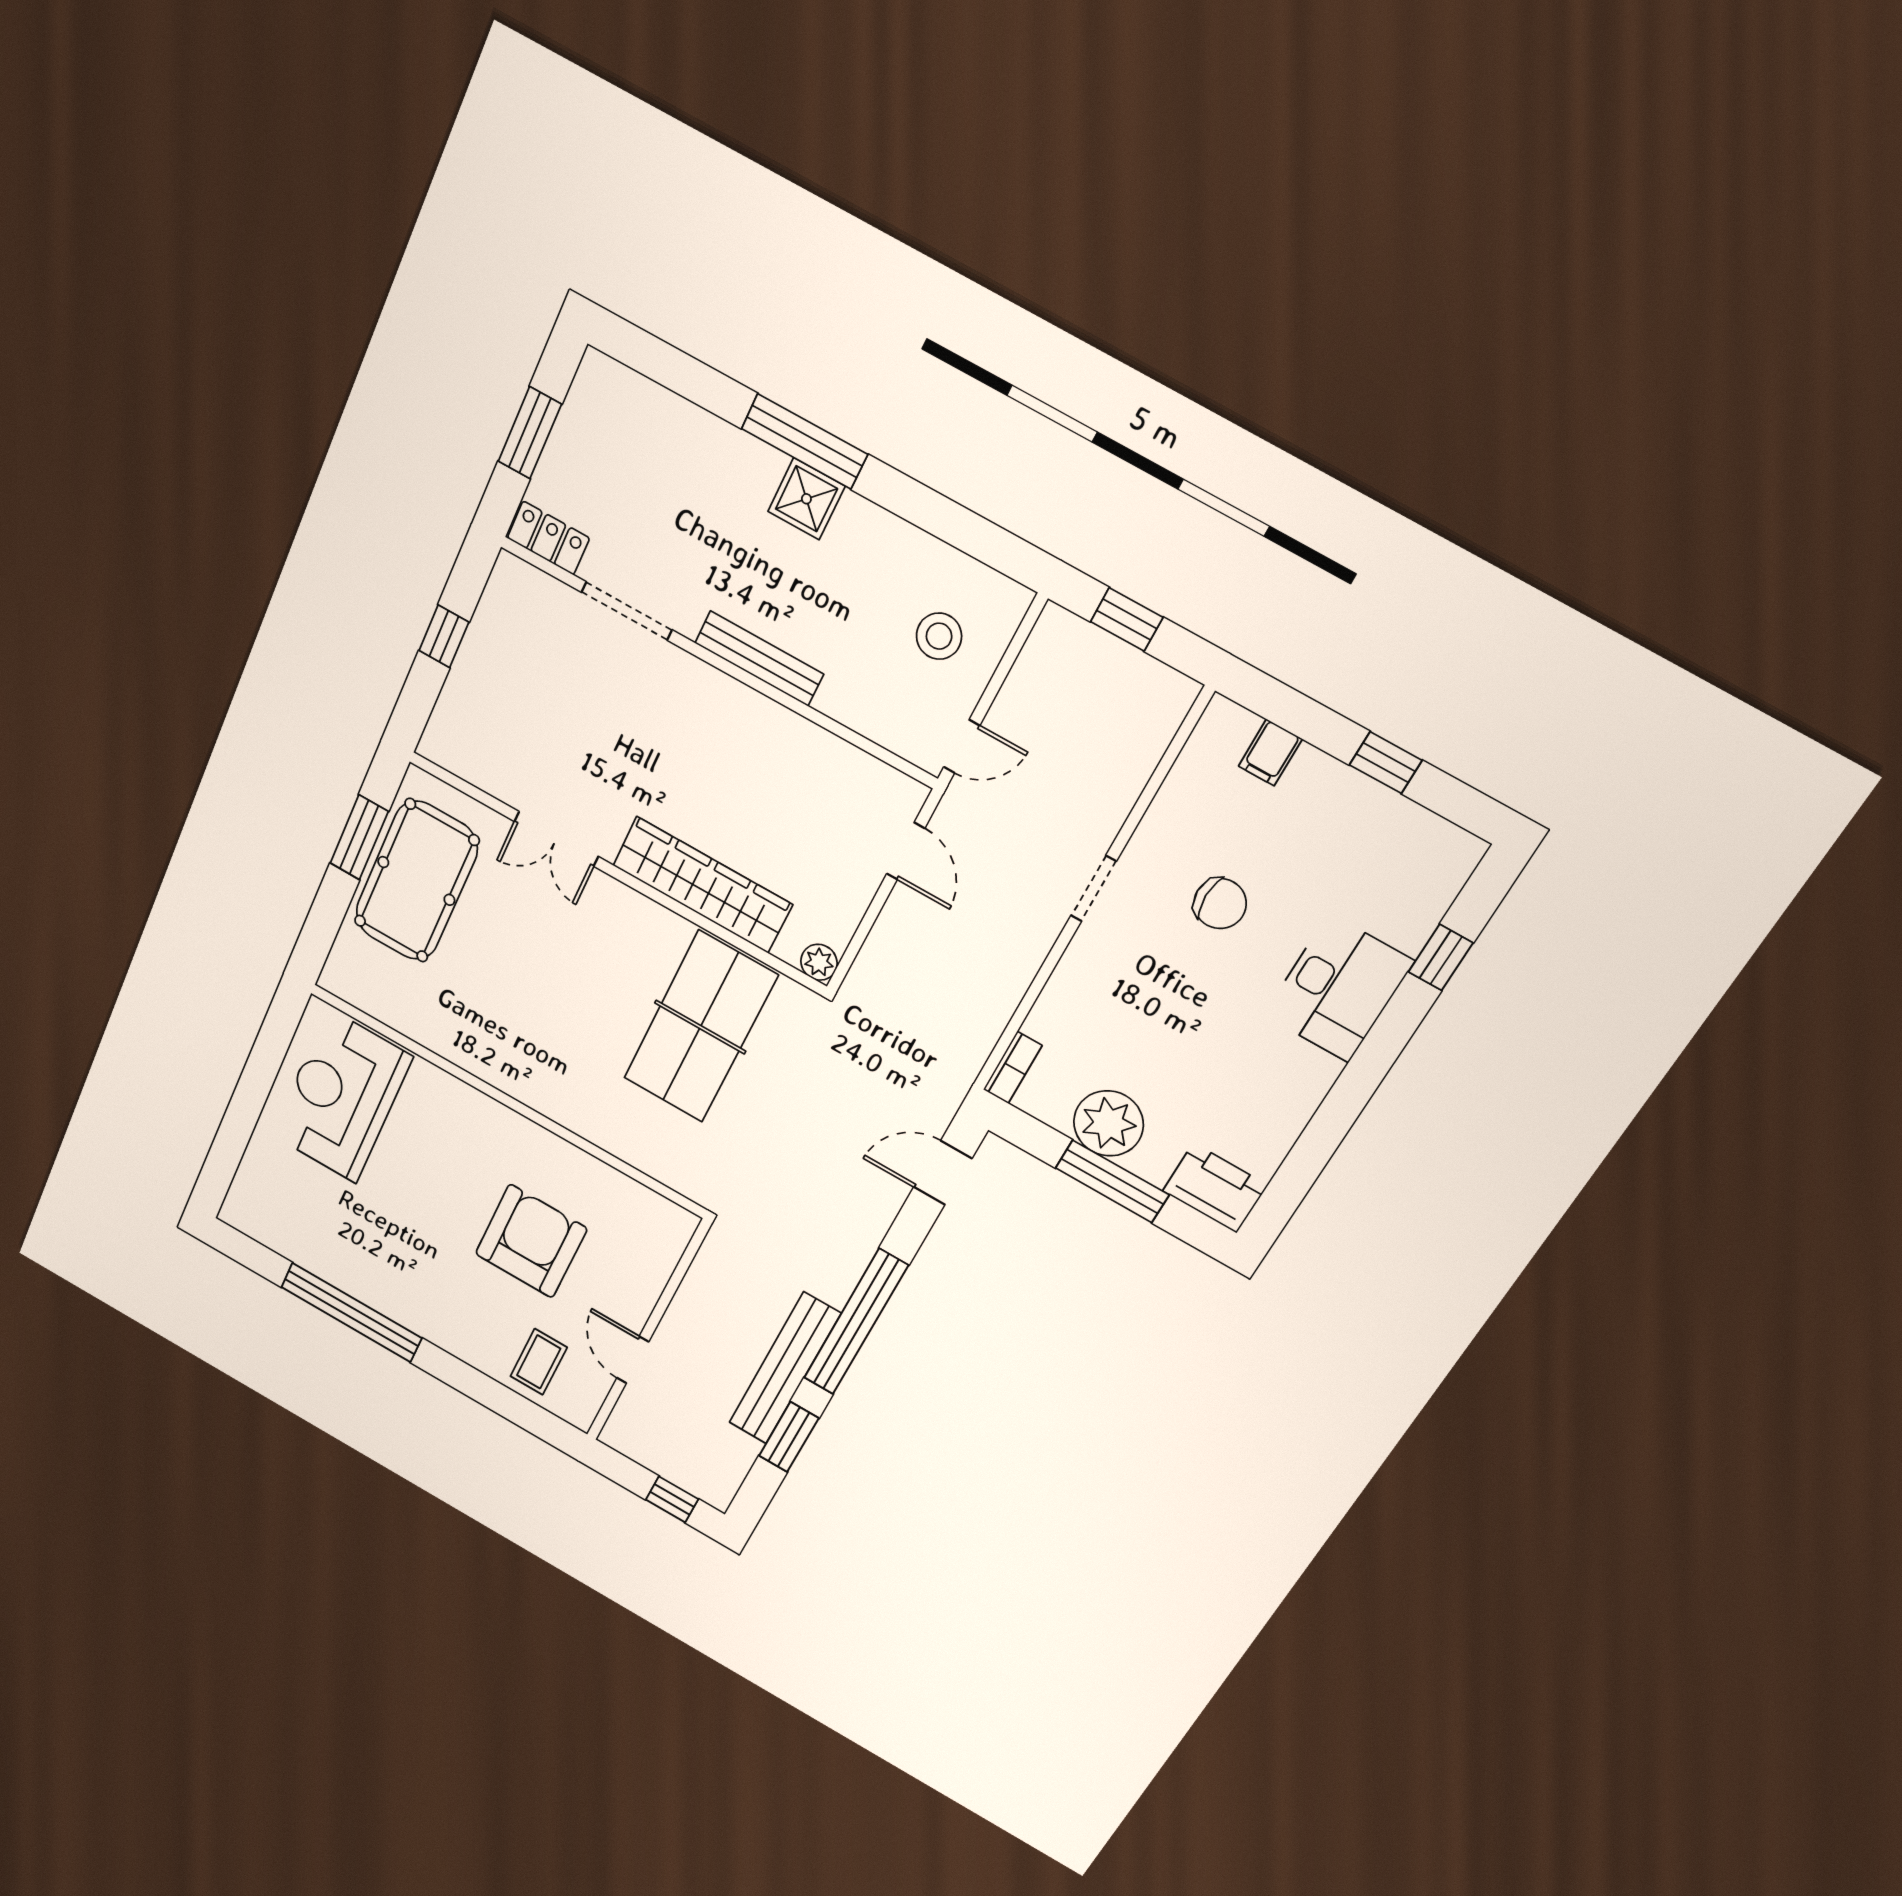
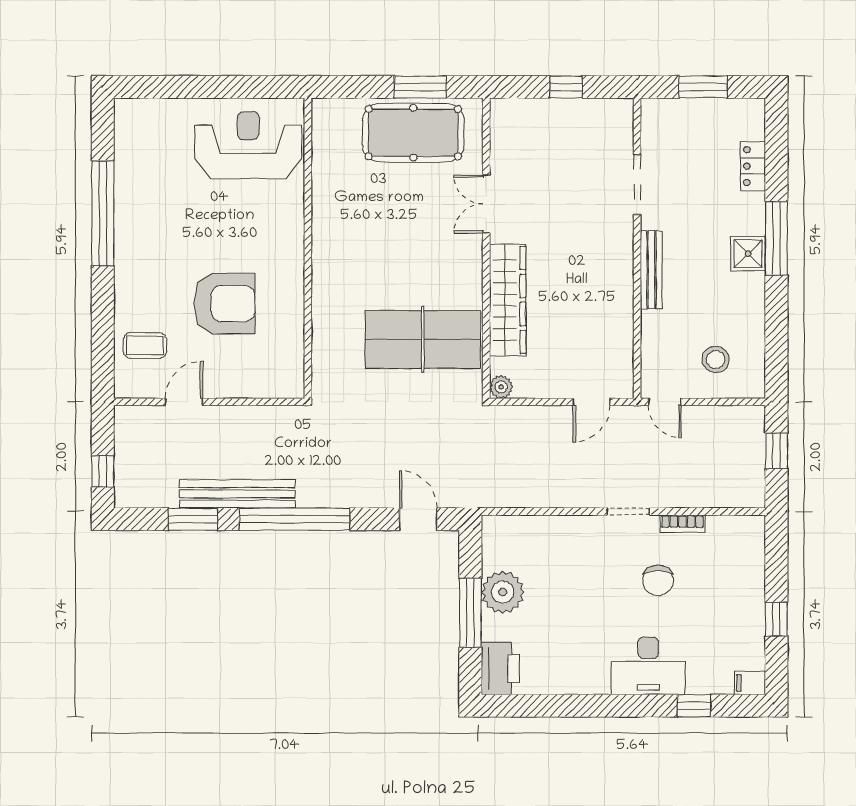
locker: (548, 538) -> (753, 166), moved, turned 180
filing cabinet: (1270, 753) -> (750, 683), moved
bookcase: (1013, 1068) -> (682, 524), moved

